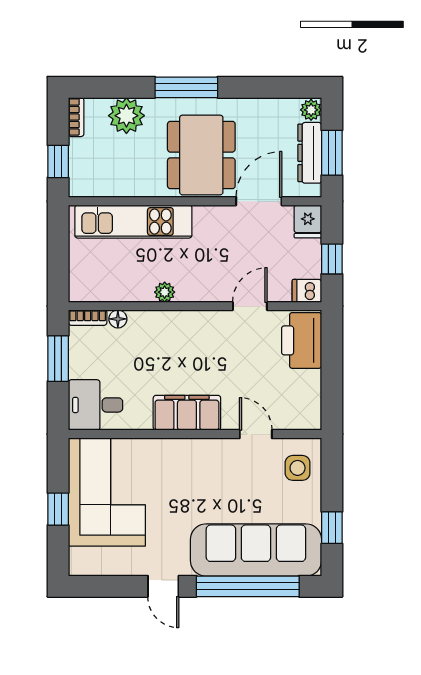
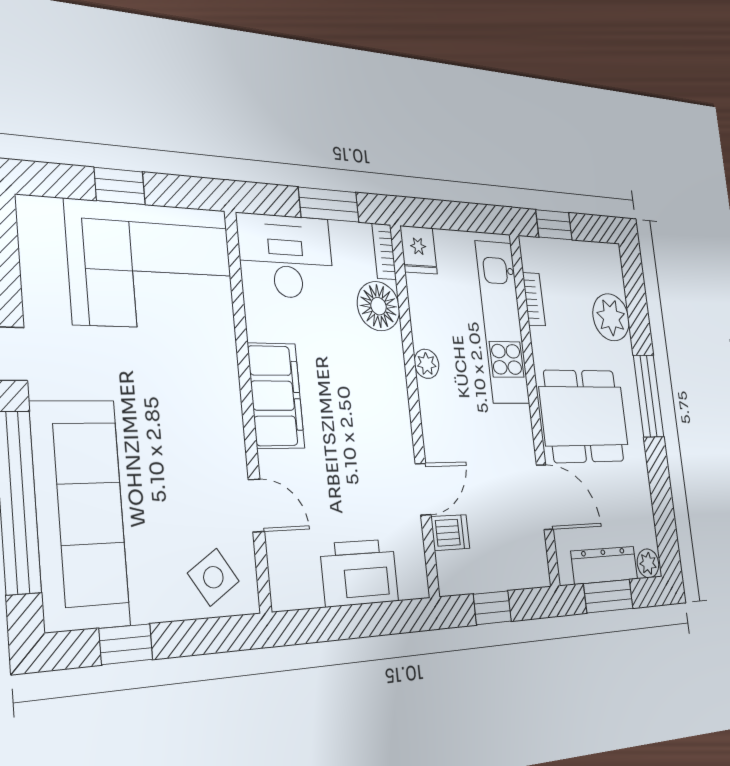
bookcase: (76, 117) -> (534, 299), moved, turned -90
fridge: (308, 221) -> (419, 250), moved, turned -90
dishwasher: (307, 291) -> (450, 533), moved, turned 90
door: (250, 306) -> (423, 489), hinge flipped
floor lamp: (118, 319) -> (379, 306), width x1.89, depth x1.89
printer: (302, 340) -> (359, 573), moved
desk: (96, 405) -> (286, 256), width x1.37
door: (256, 434) -> (256, 506), hinge flipped
side table: (298, 468) -> (213, 577), turned -33

